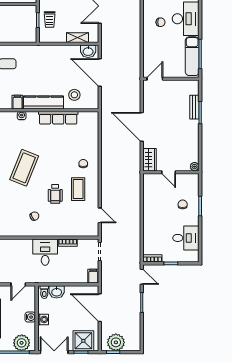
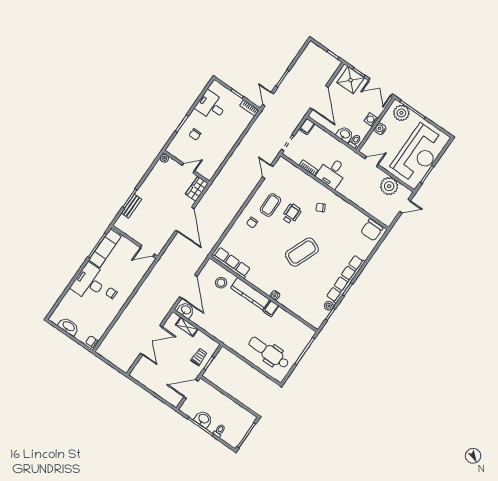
row of seats: (58, 118) -> (232, 263), moved
door: (169, 172) -> (188, 168), hinge flipped
plant: (116, 342) -> (325, 61), removed

